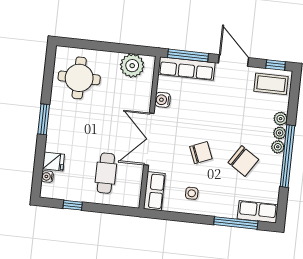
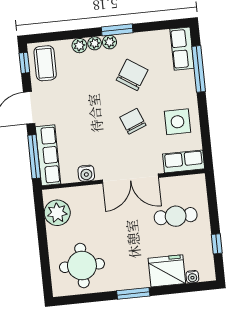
window: (287, 156) -> (117, 30), width x0.47
fridge: (53, 162) -> (167, 271), width x1.88, depth x1.34
side table: (192, 193) -> (177, 122), width x1.87, depth x1.87

